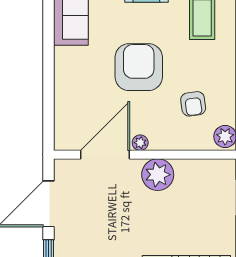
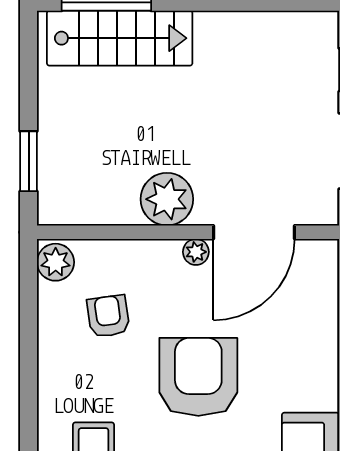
armchair: (139, 67) -> (198, 377), turned 180

